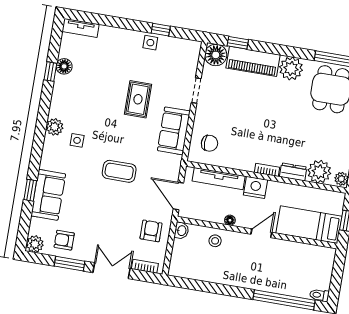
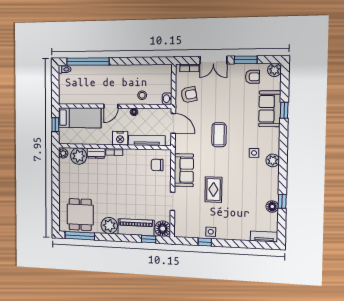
coffee table: (119, 171) -> (219, 135), turned 90
armchair: (151, 231) -> (189, 95), turned -101

